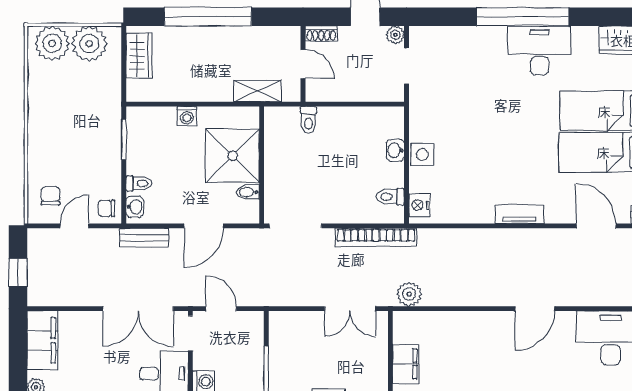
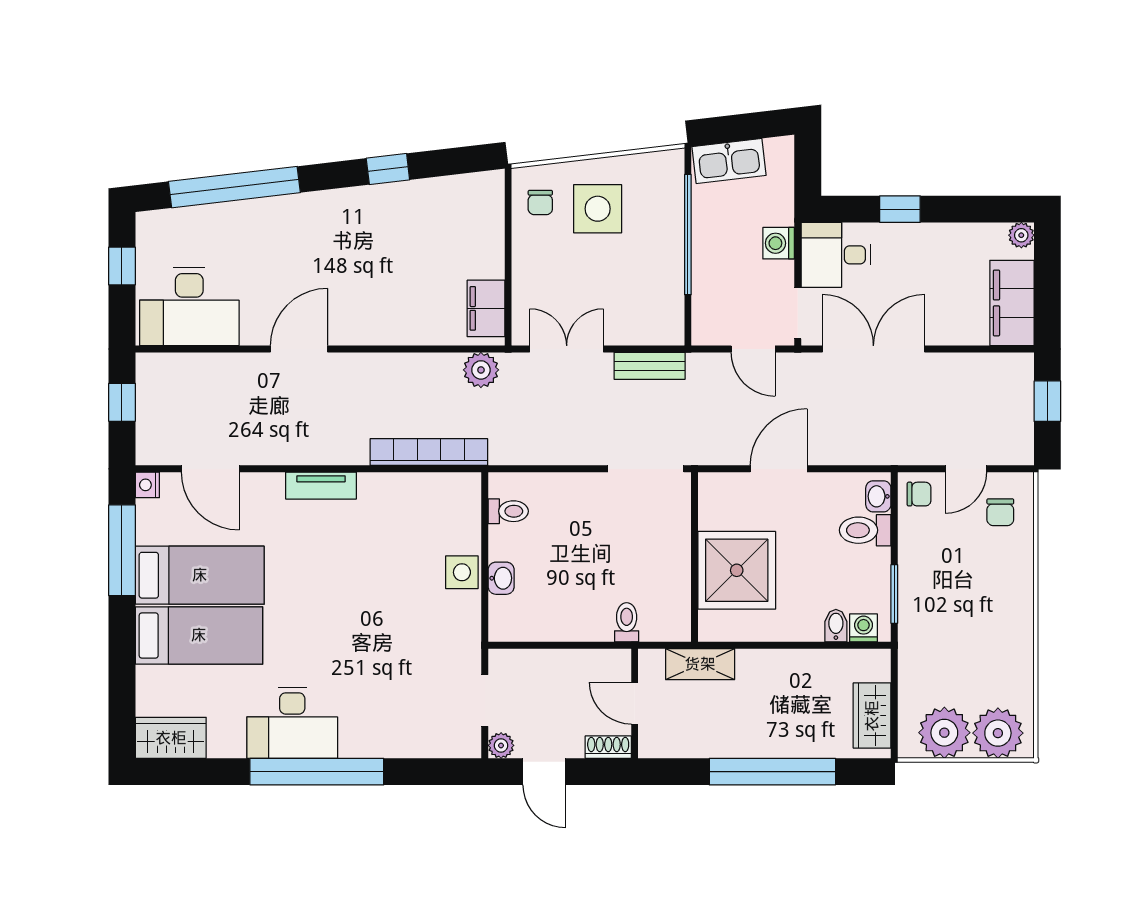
washing machine: (187, 116) -> (864, 628), moved
toilet: (139, 183) -> (865, 530), width x1.37, depth x1.39
bidet: (248, 192) -> (836, 626), moved, turned -90
nightstand: (419, 205) -> (466, 499), removed
bookcase: (376, 237) -> (429, 452), moved
bench: (144, 238) -> (650, 366), moved
filing cabinet: (406, 364) -> (486, 308), moved

